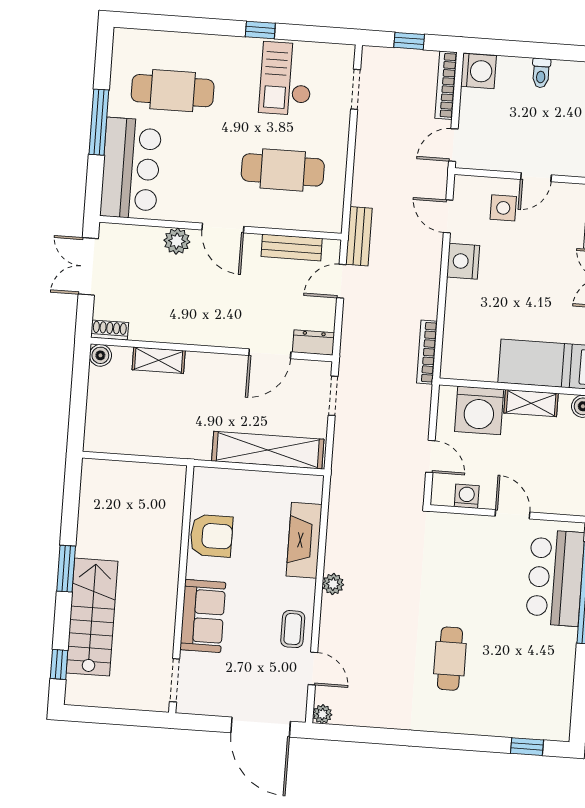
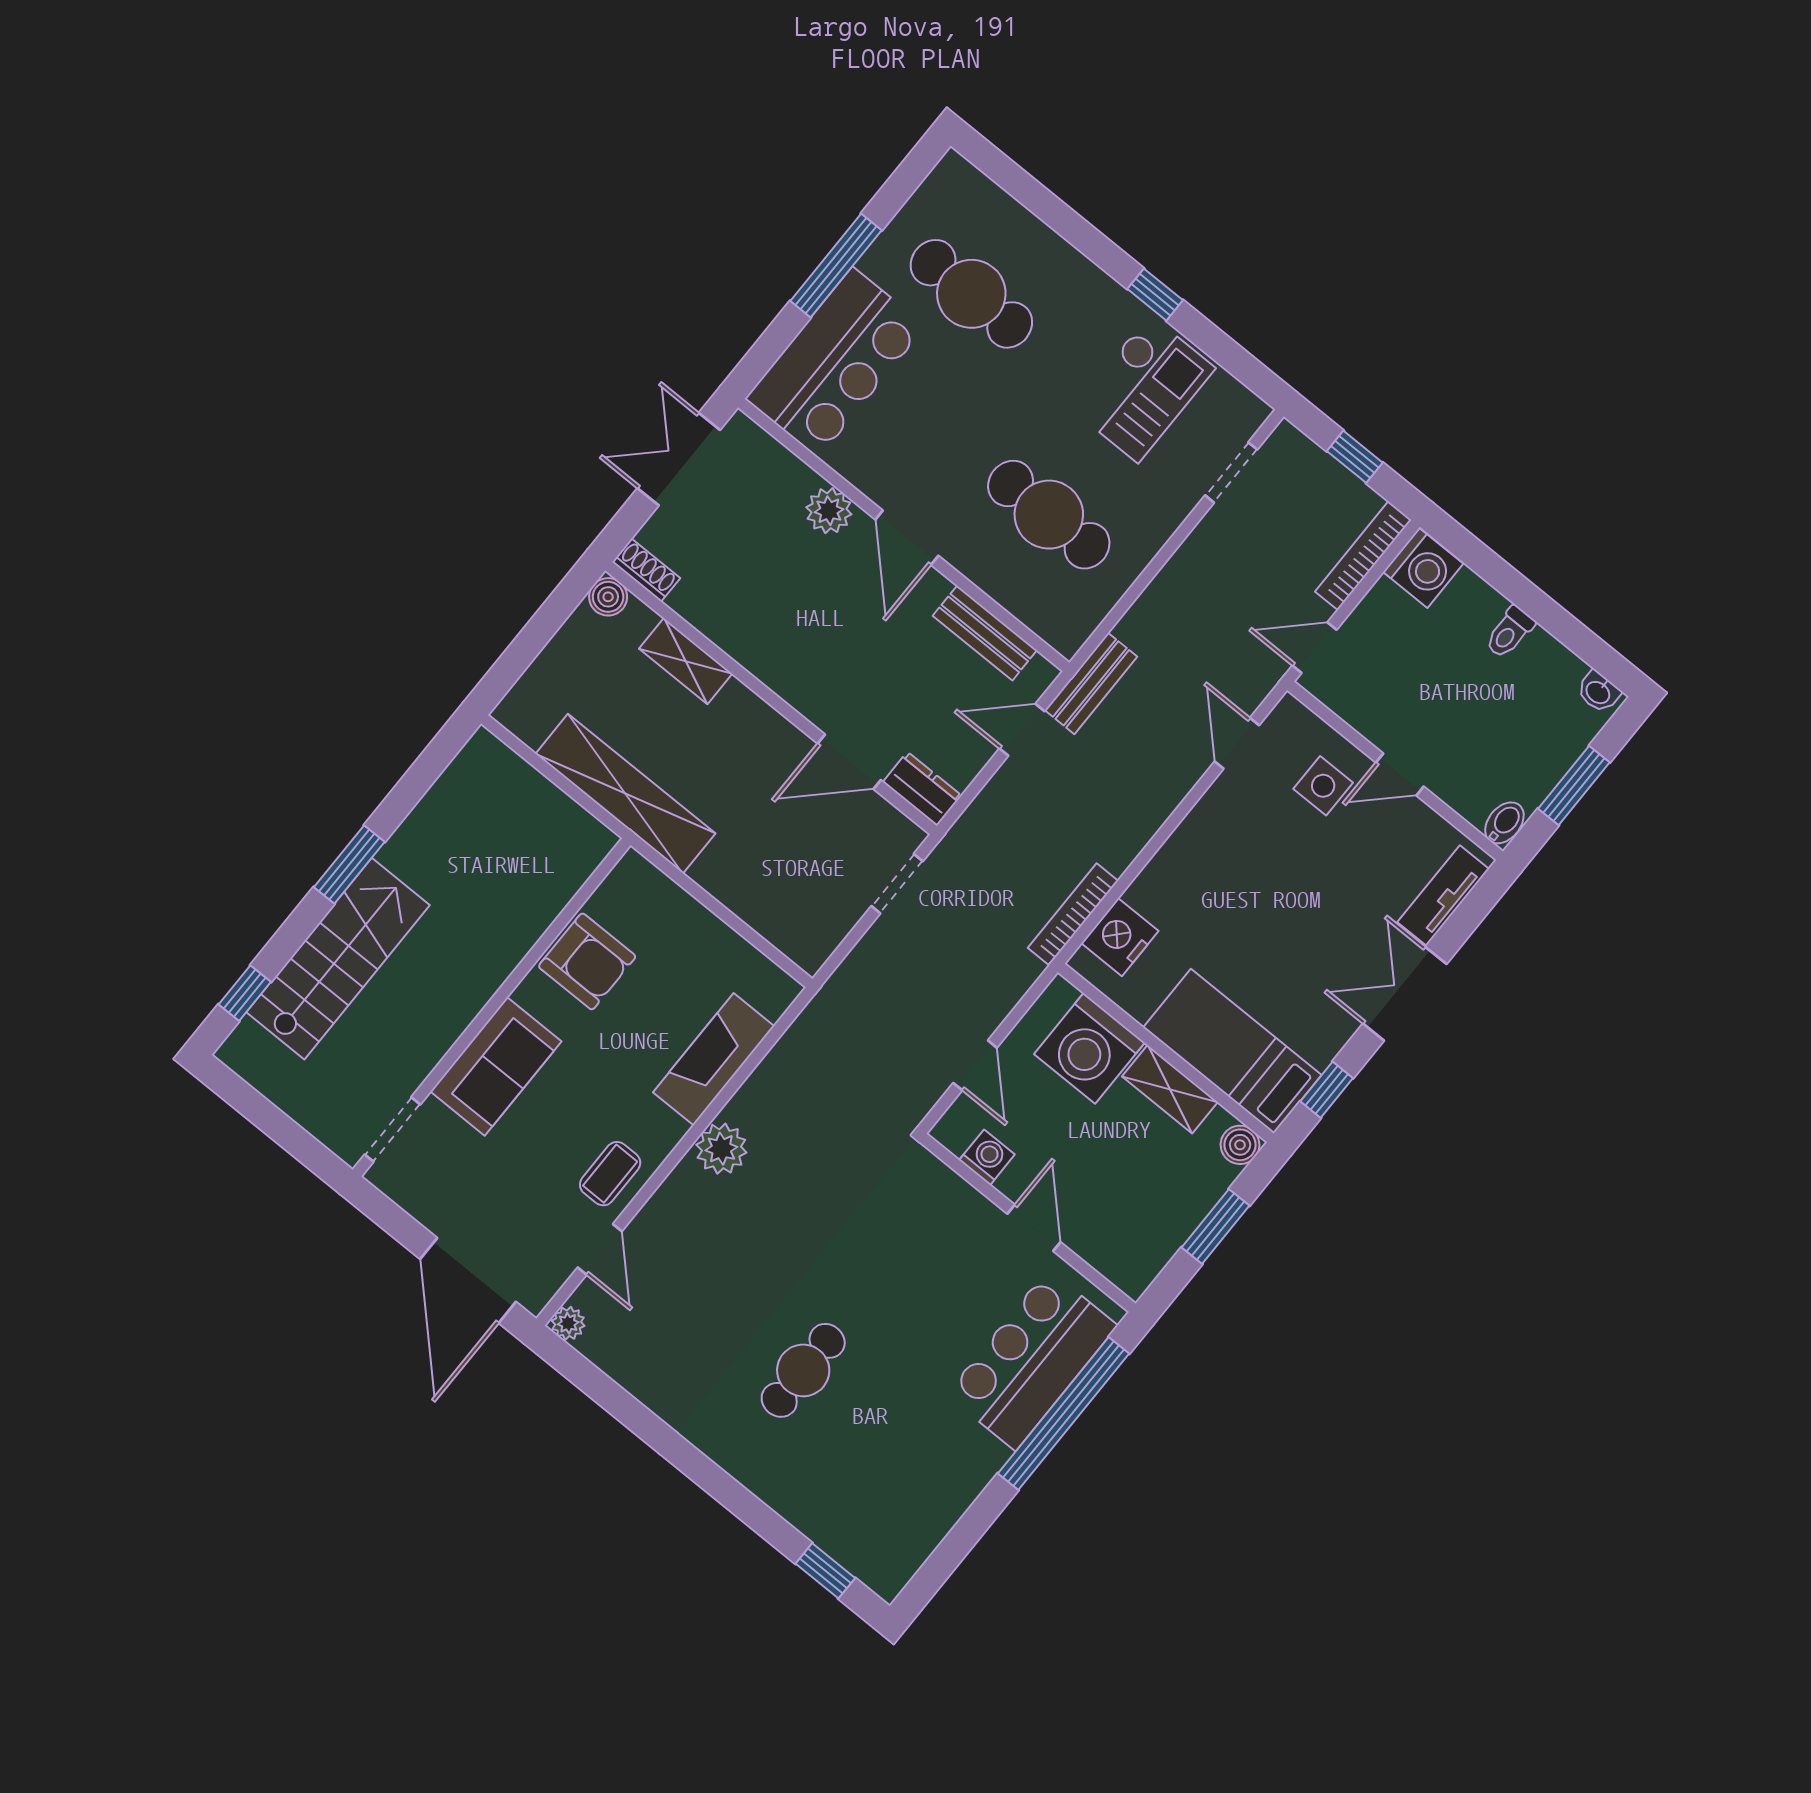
checkout: (286, 79) -> (1143, 389), turned 180
nightstand: (463, 261) -> (1120, 937), moved
shelving: (268, 450) -> (625, 794), moved
plant: (333, 584) -> (721, 1149), width x1.38, depth x1.38

